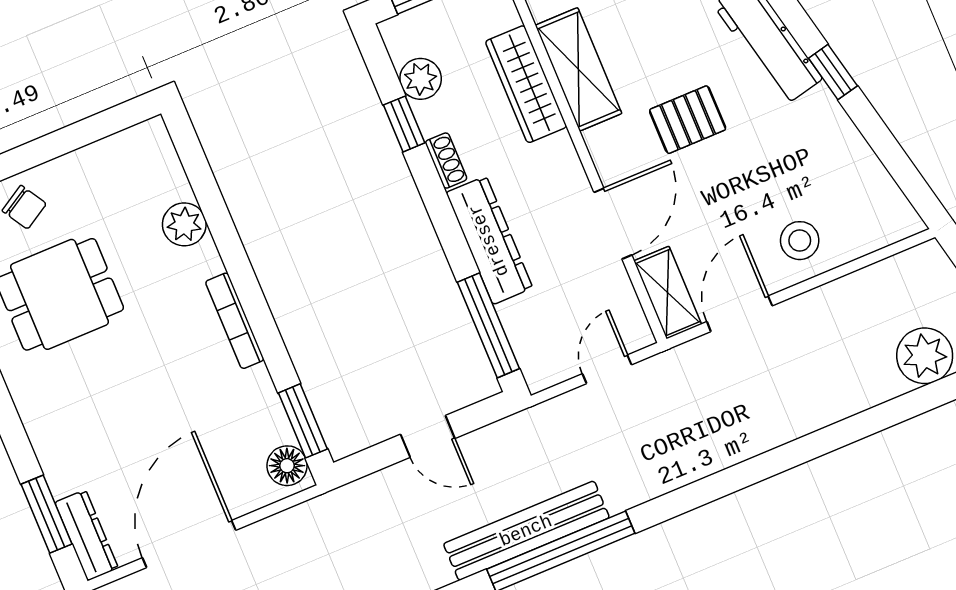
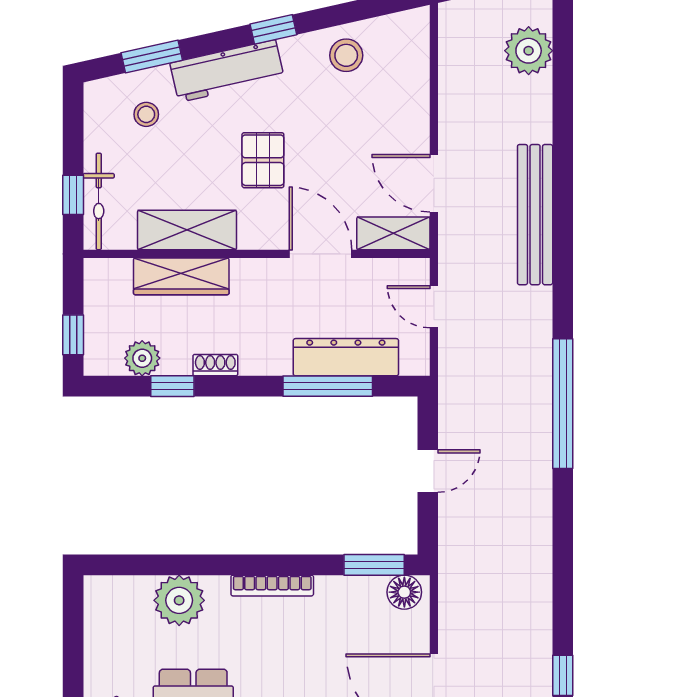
plant: (184, 224) -> (179, 600), width x1.36, depth x1.36
dresser: (489, 240) -> (346, 357), moved
stool: (800, 241) -> (346, 55), moved
window: (488, 325) -> (328, 386), moved
bench: (526, 531) -> (535, 215), moved

